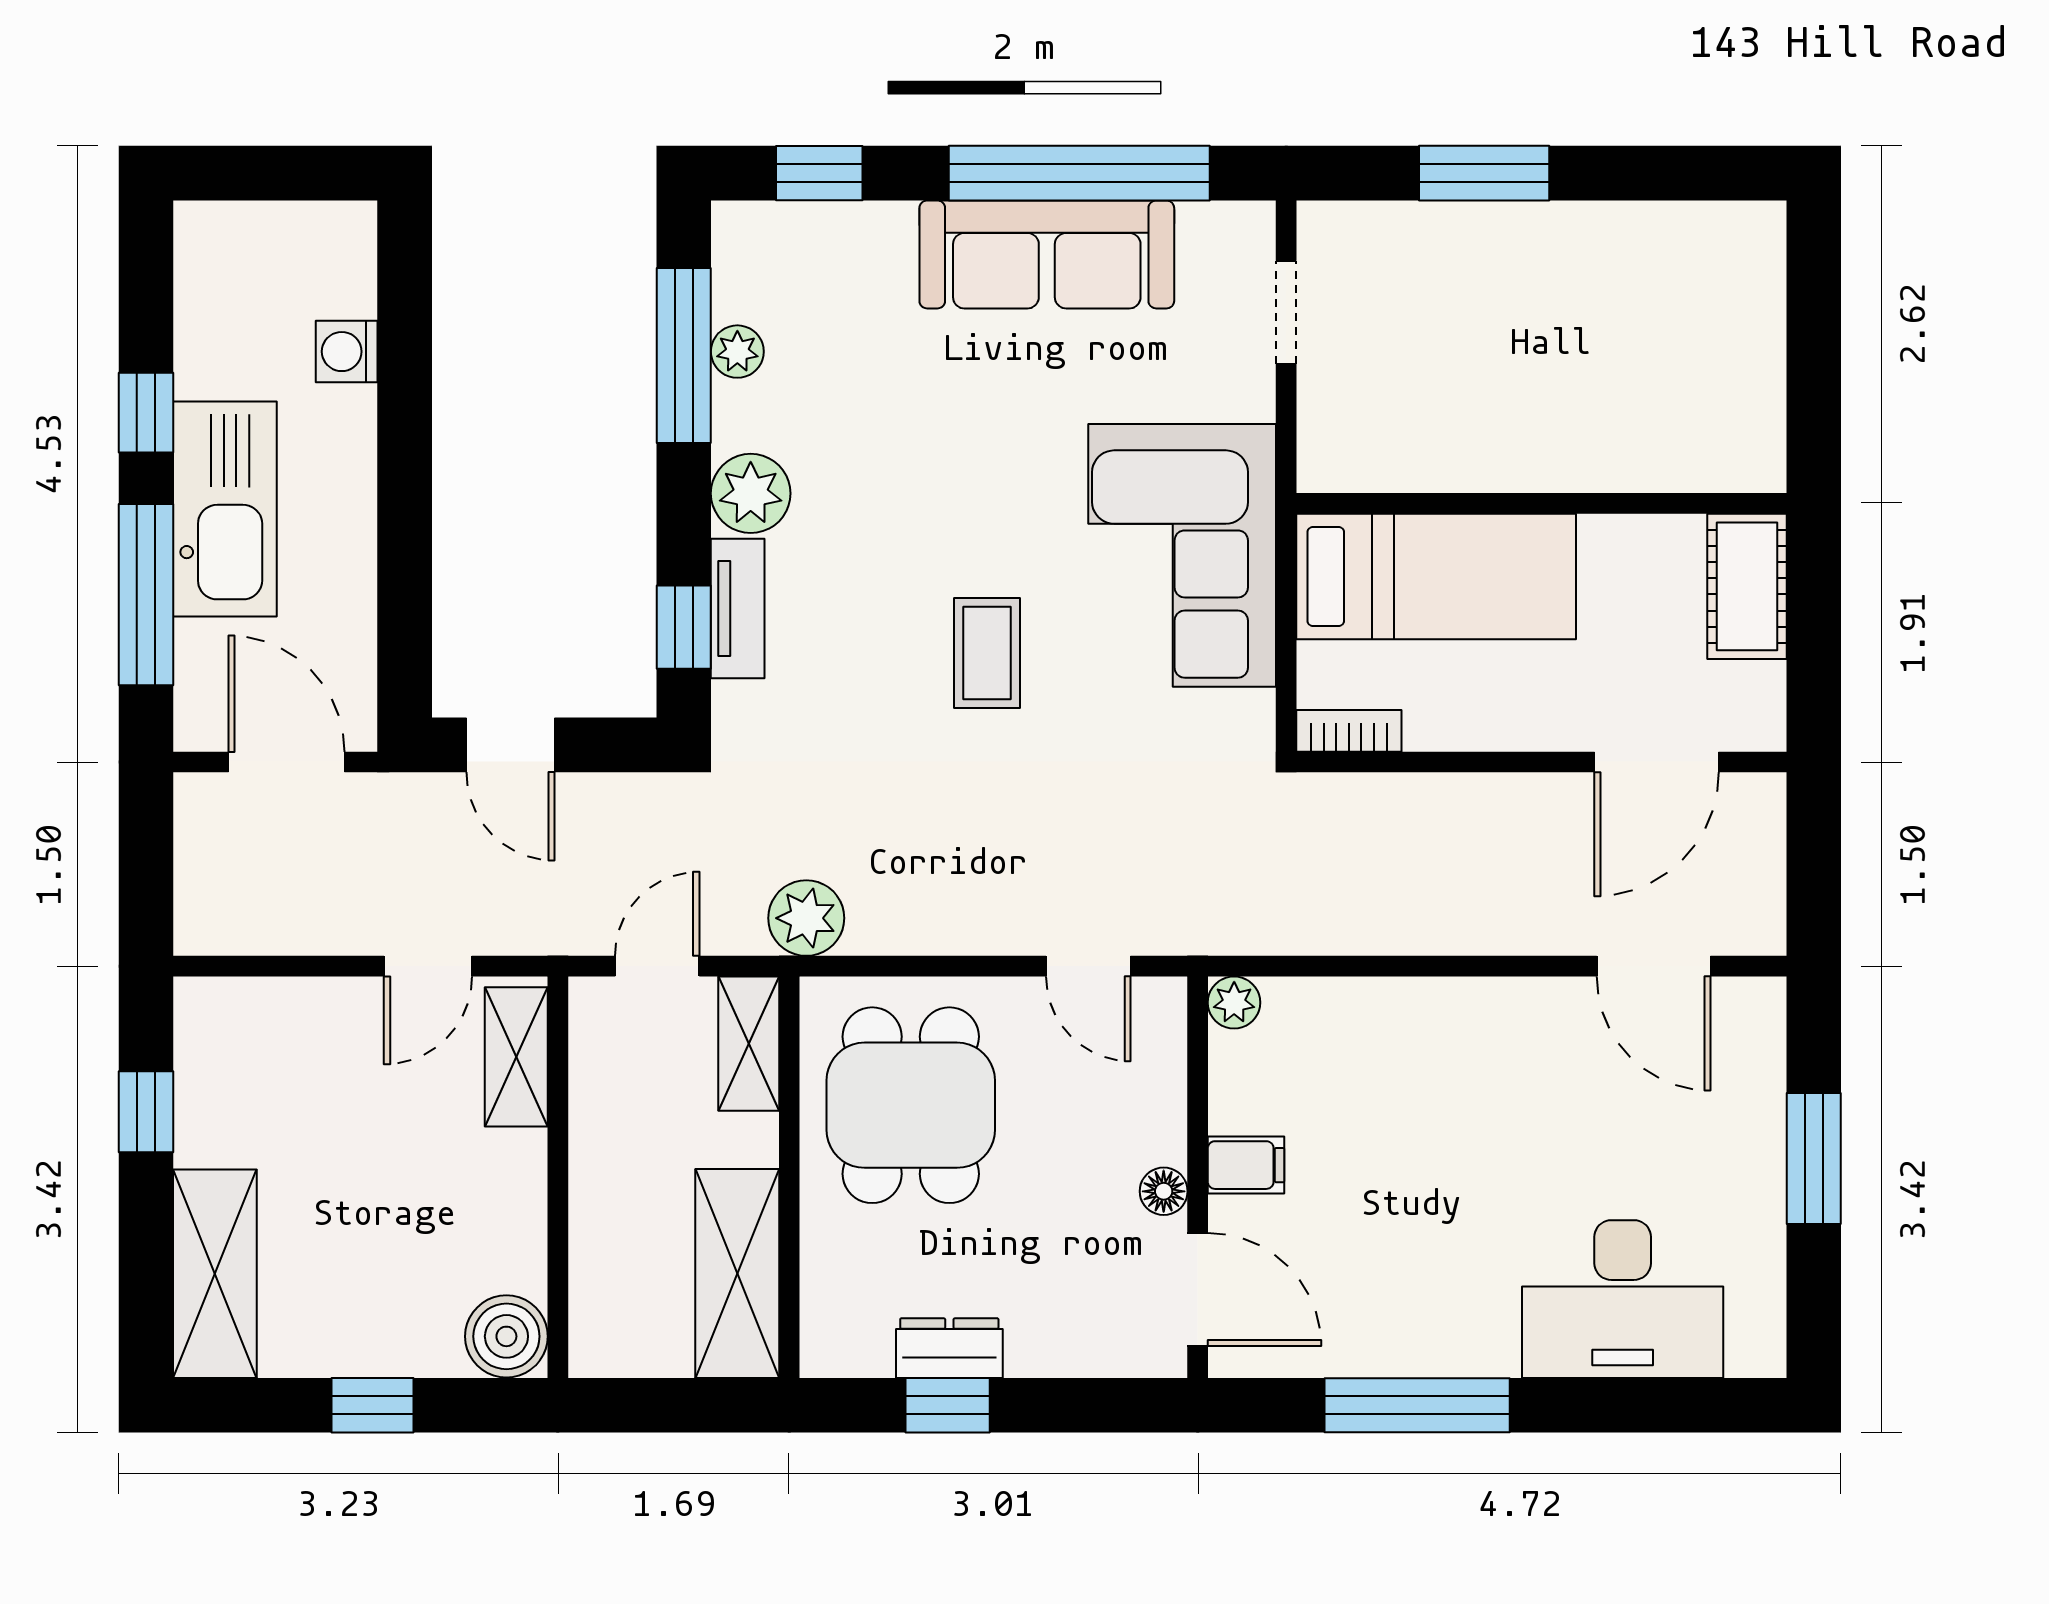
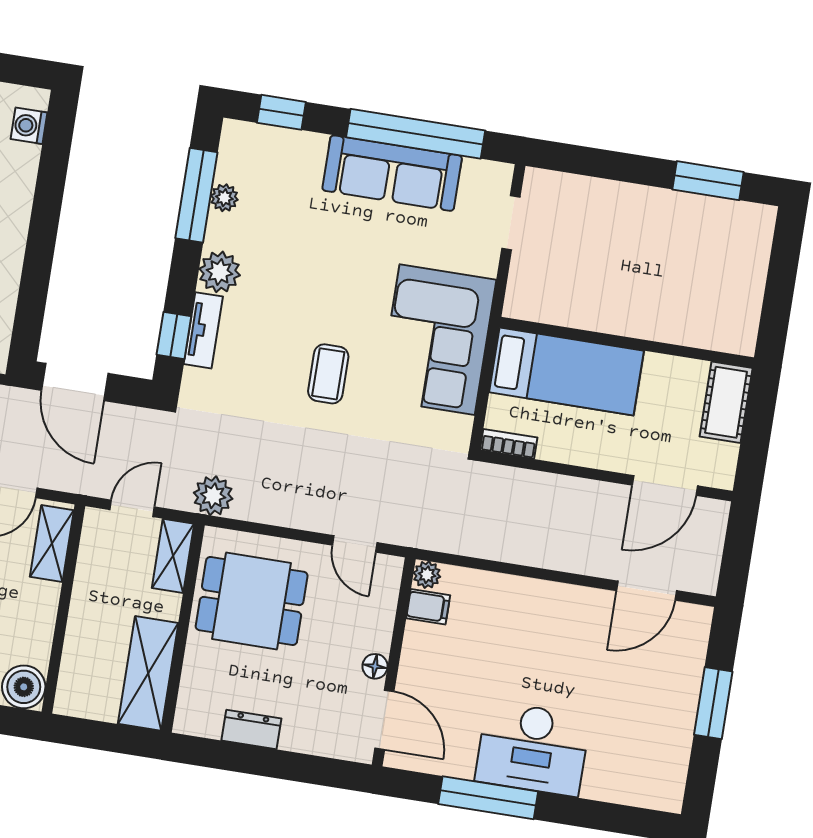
window: (1484, 173) -> (708, 181), moved
washing machine: (347, 352) -> (29, 126), moved
door: (510, 745) -> (75, 382), width x1.38
door: (1654, 966) -> (646, 591), hinge flipped
dining table: (911, 1105) -> (252, 601), turned 90
filing cabinet: (1246, 1165) -> (428, 607), moved
desk: (1623, 1299) -> (533, 749), moved
window: (948, 1405) -> (246, 759), removed

